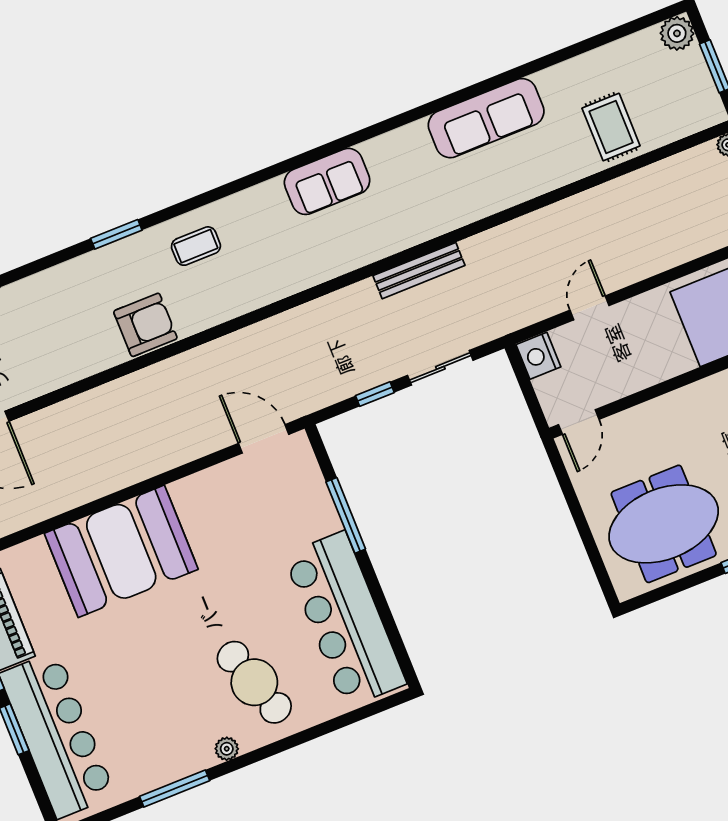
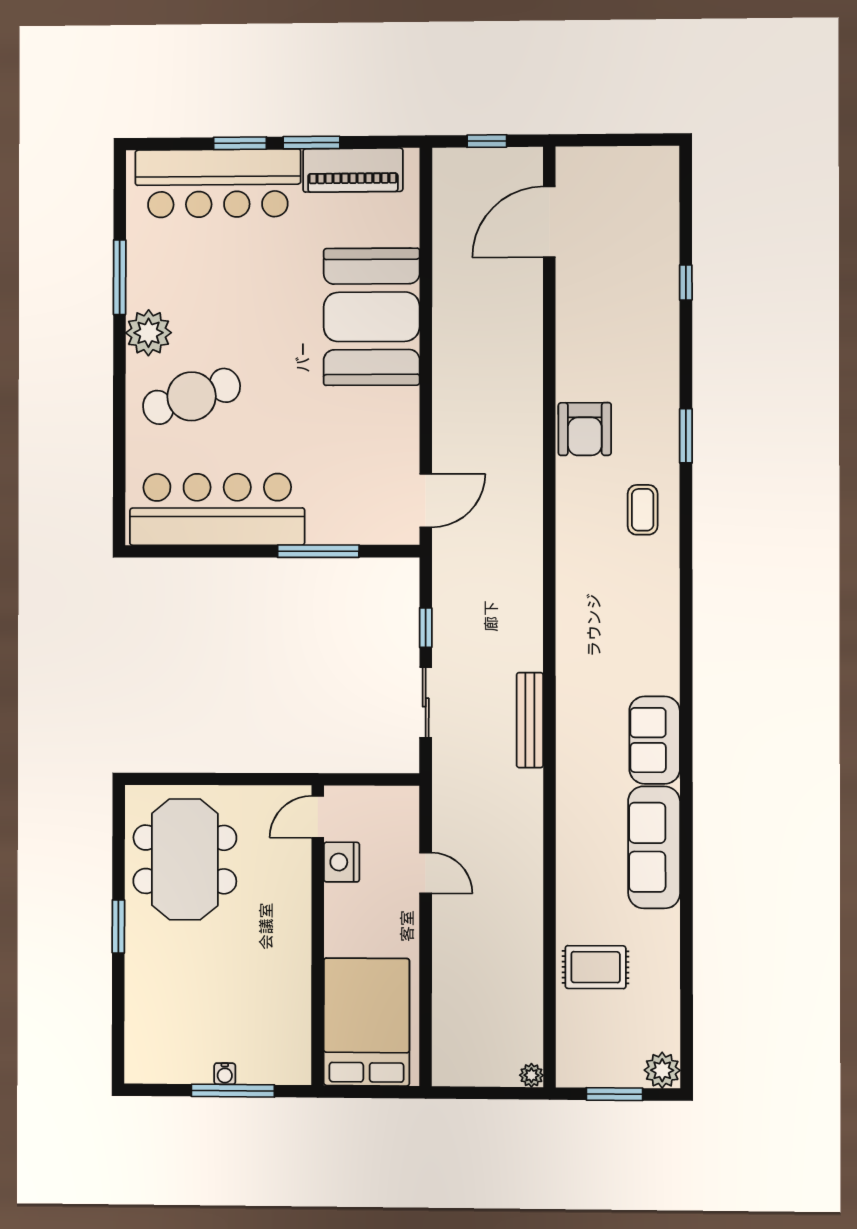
sofa: (327, 181) -> (655, 740), moved
nightstand: (538, 356) -> (342, 862), moved, turned -90
door: (579, 422) -> (318, 817), hinge flipped
plant: (227, 749) -> (149, 333), width x1.88, depth x1.88

